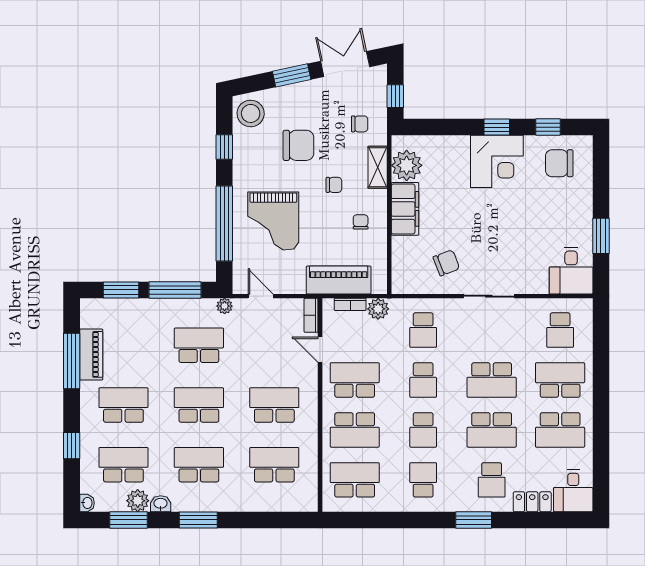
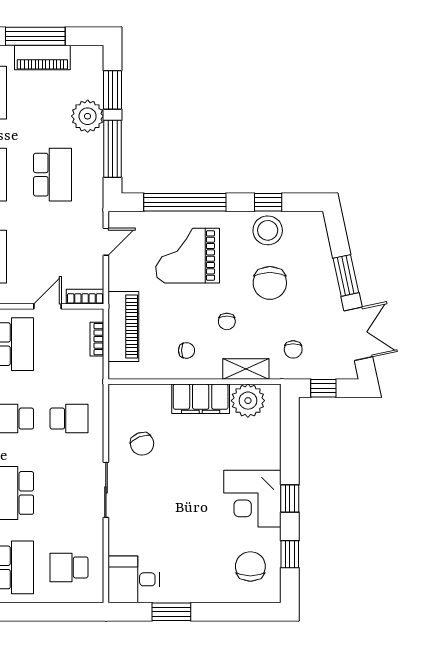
stool: (251, 113) -> (268, 230), moved
plant: (225, 306) -> (88, 116), moved, width x1.87, depth x1.87
plant: (378, 309) -> (92, 370), removed
school desk: (423, 330) -> (69, 419), turned 180

